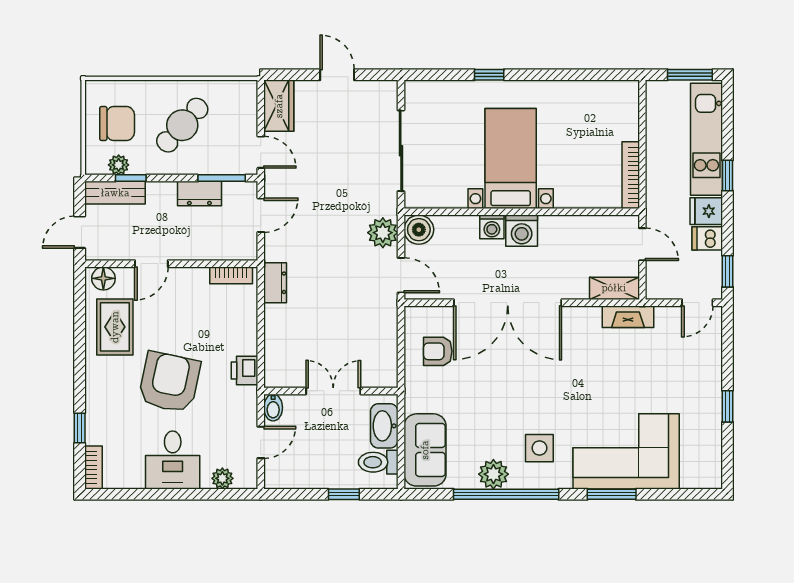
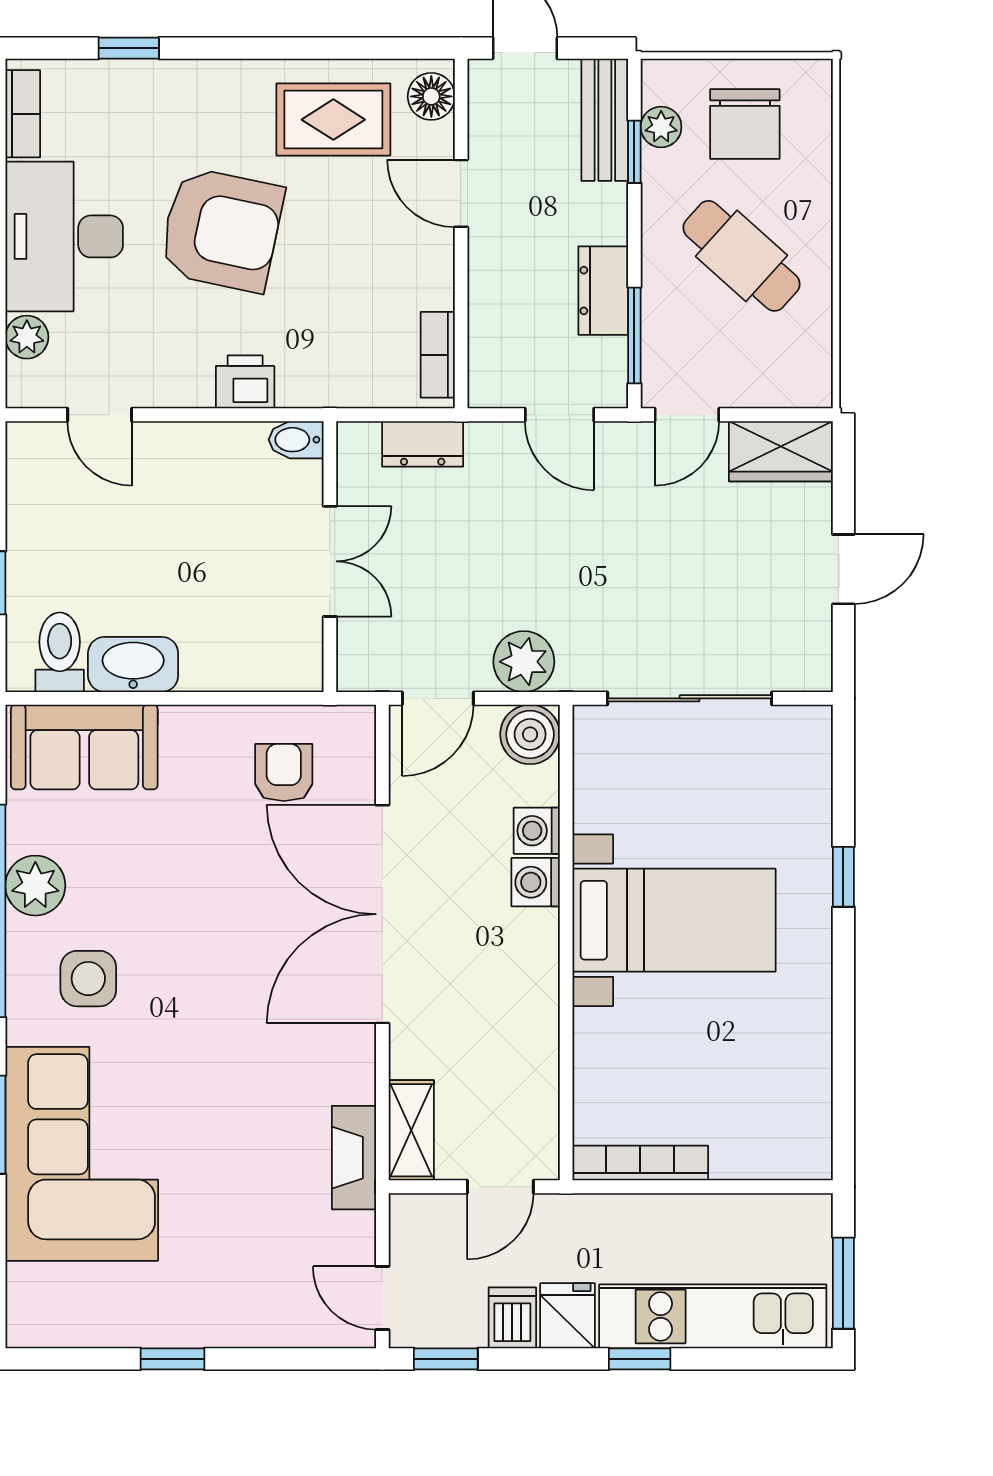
washing machine: (522, 231) -> (537, 831), moved, width x0.73, depth x0.73
wall: (331, 391) -> (330, 557), moved
double door: (333, 391) -> (330, 561), moved
bidet: (273, 408) -> (296, 440), moved
desk: (173, 460) -> (64, 236), width x1.37
bookcase: (93, 467) -> (23, 114), moved, turned -90

